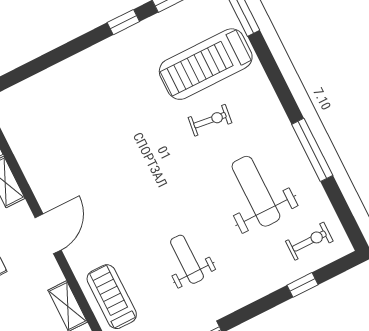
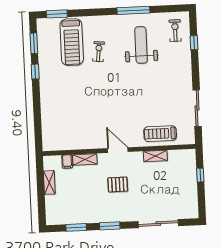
weight bench: (256, 191) -> (141, 45), turned 90
weight bench: (187, 259) -> (158, 91), removed

